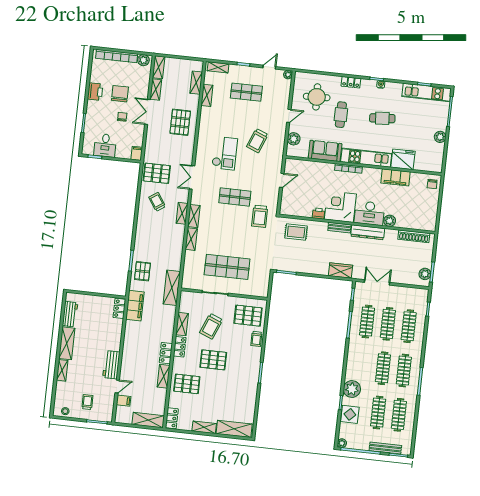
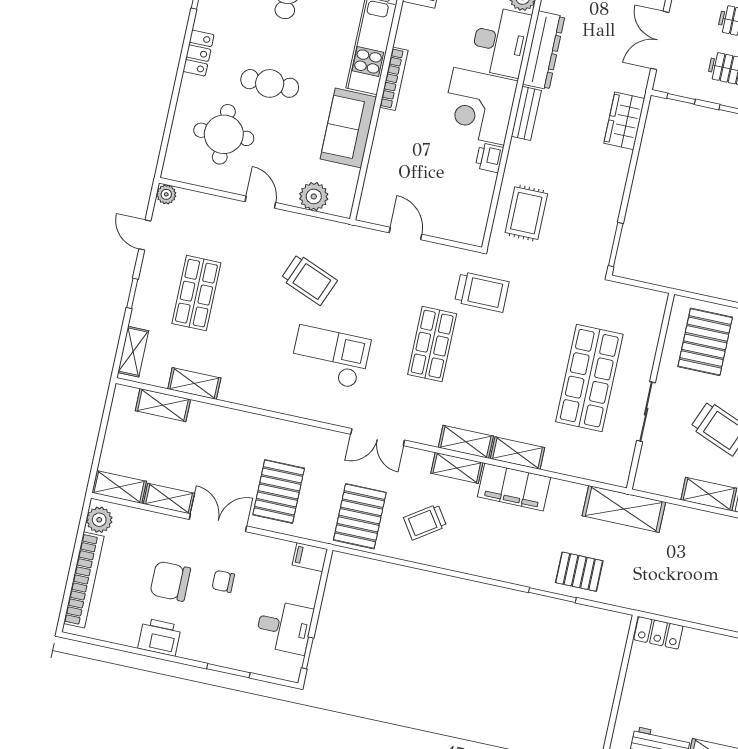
double door: (147, 112) -> (218, 523), swing flipped
pallet: (180, 122) -> (279, 491), moved, turned 90
filing cabinet: (135, 306) -> (514, 487), moved, turned 180

